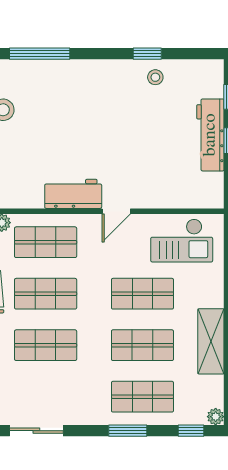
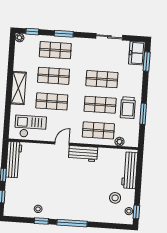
window: (40, 54) -> (72, 223), moved
workbench: (210, 135) -> (14, 160), moved
shelving: (211, 341) -> (18, 88), moved

